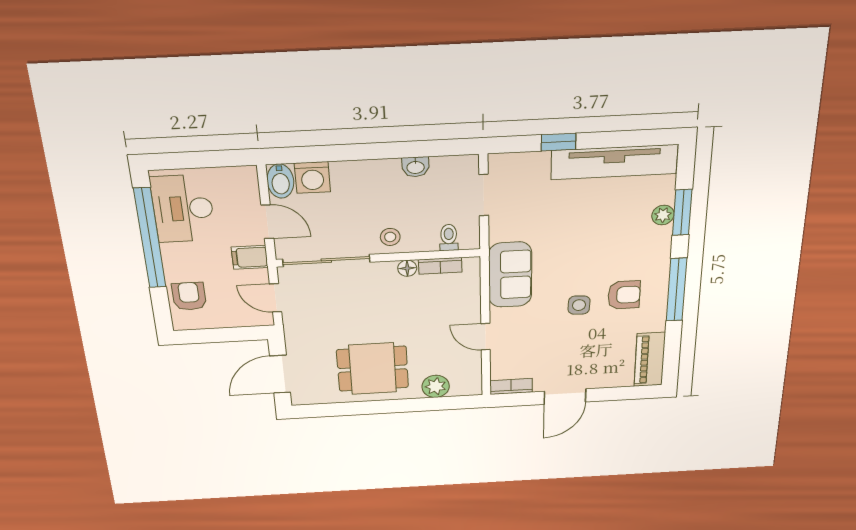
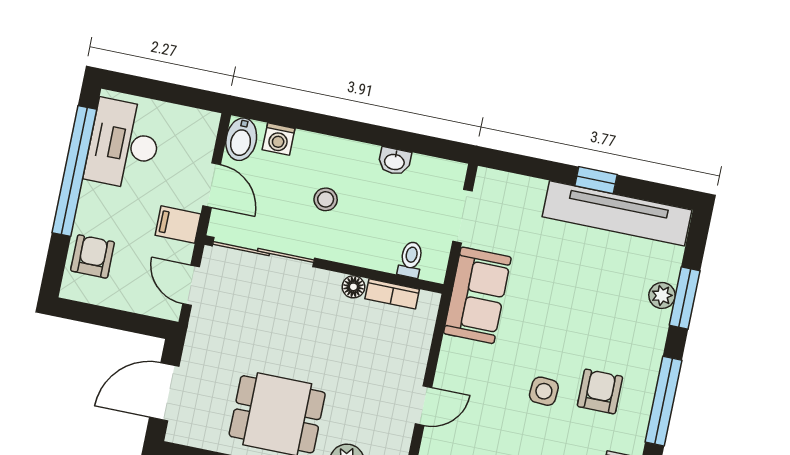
window: (559, 142) -> (596, 180), moved
washing machine: (312, 177) -> (279, 139), width x0.73, depth x0.73
stool: (390, 237) -> (326, 199), moved
sofa: (510, 275) -> (477, 295), moved
armchair: (624, 295) -> (600, 391), turned -90
door: (486, 337) -> (424, 406), swing flipped

